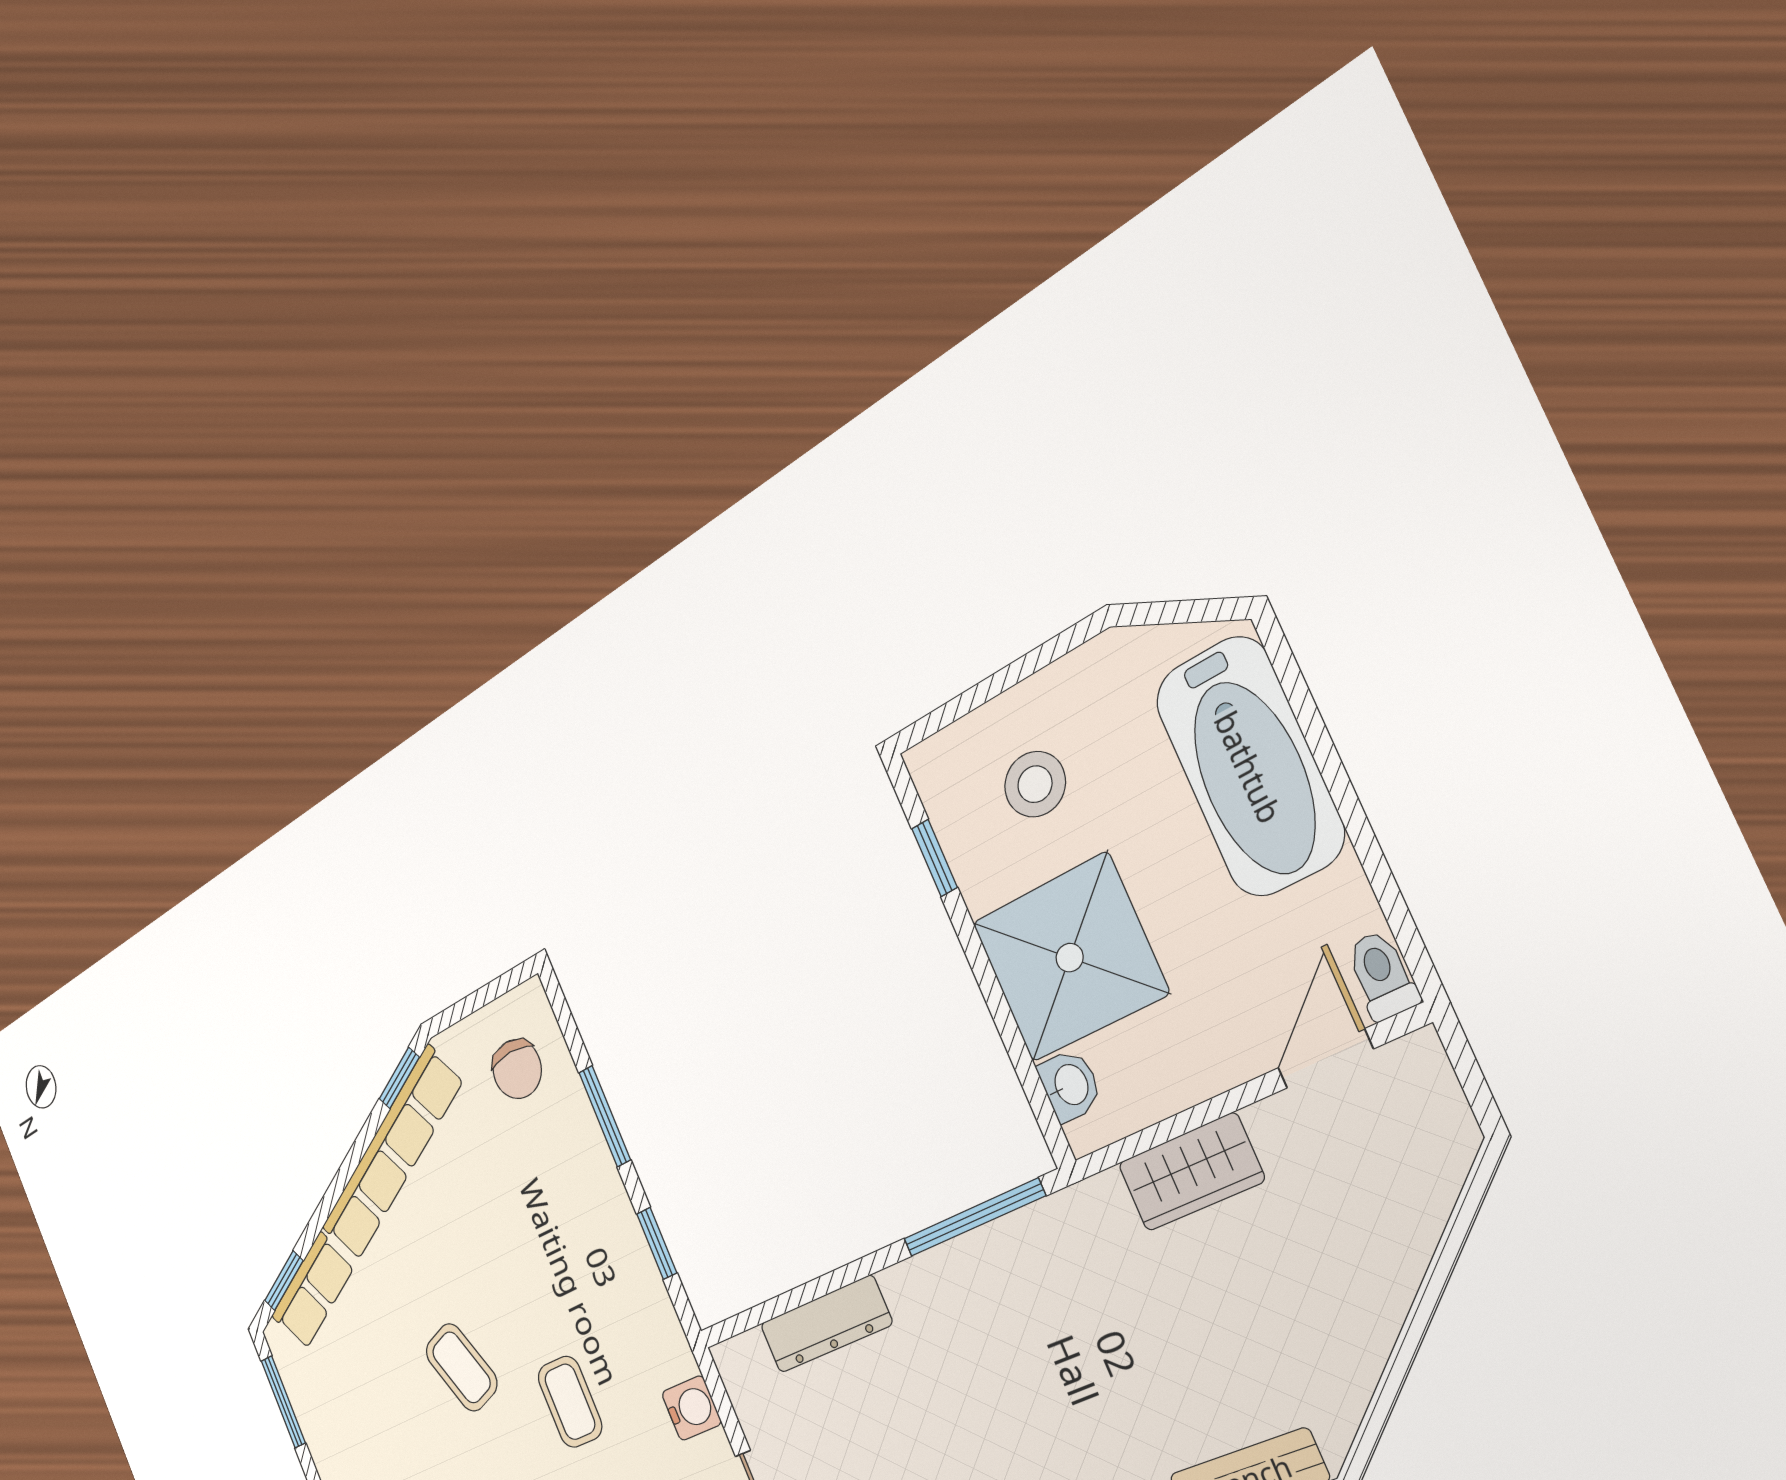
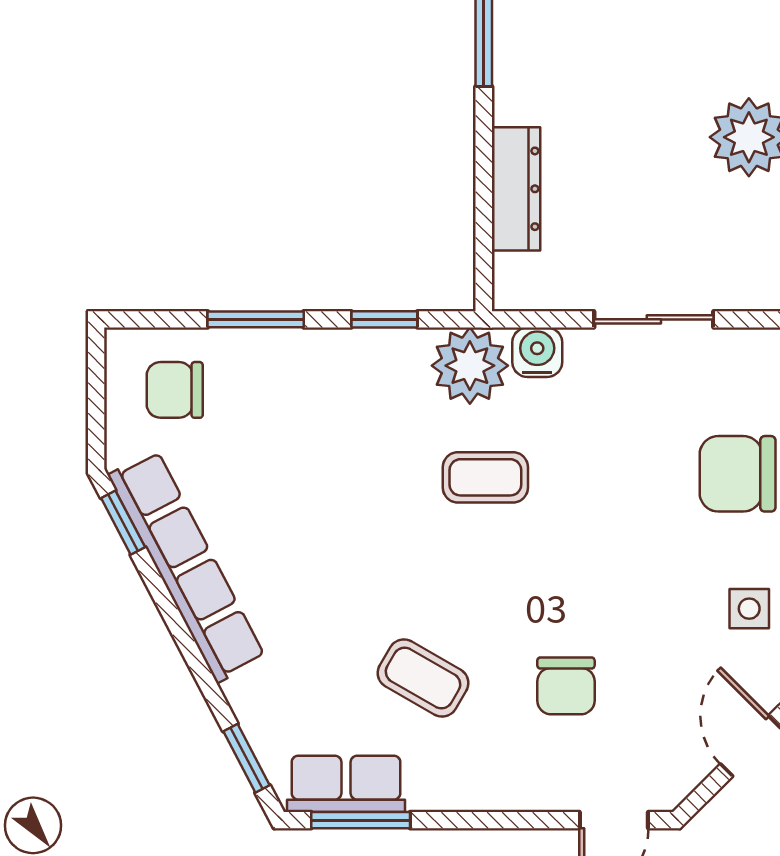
chair: (517, 1069) -> (175, 390), turned 180
row of seats: (313, 1291) -> (346, 784), moved, turned -62
plant: (653, 1346) -> (470, 366), added
coffee table: (461, 1367) -> (423, 678), moved, turned 50

